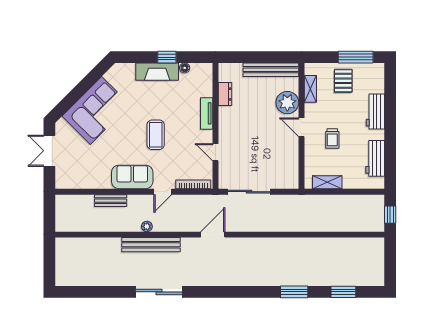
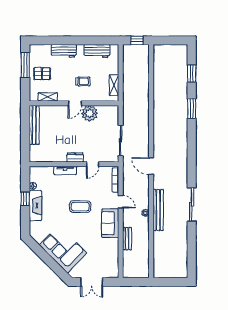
dresser: (225, 94) -> (75, 157), moved
plant: (287, 103) -> (90, 113), moved

